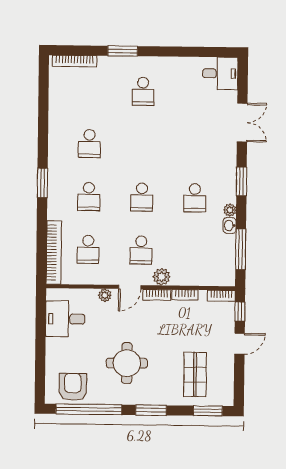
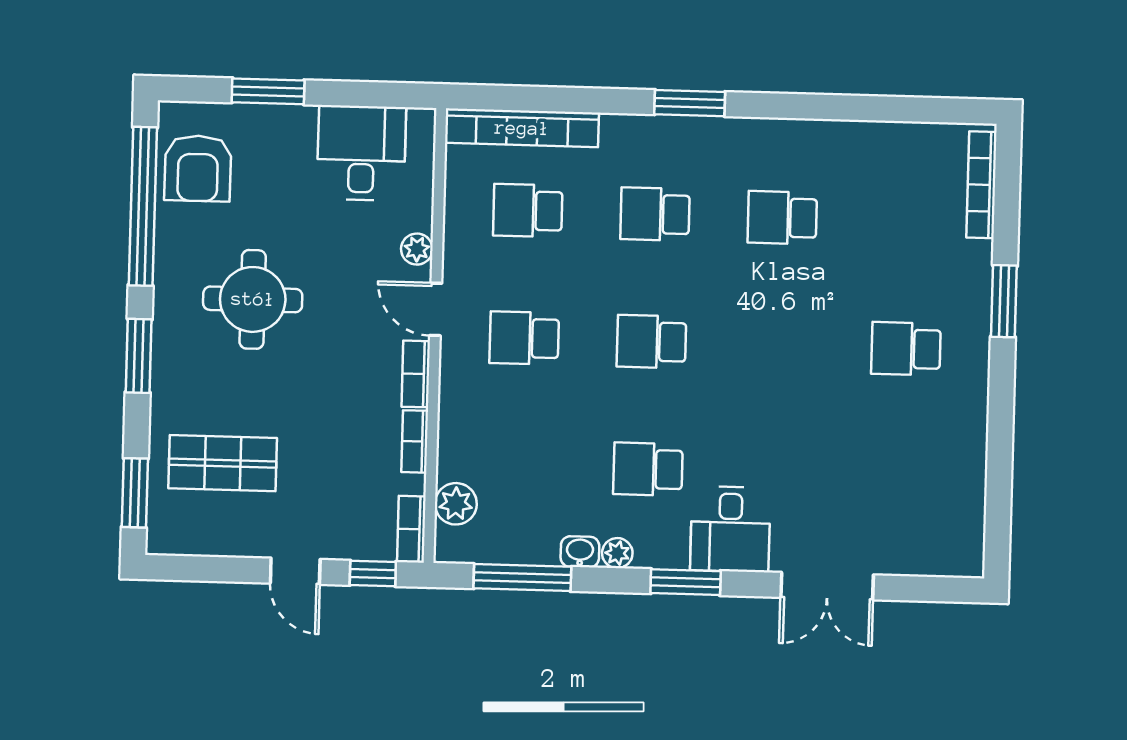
desk: (220, 73) -> (730, 529), moved
plant: (162, 277) -> (456, 504), moved
window: (40, 358) -> (268, 91), added
armchair: (73, 387) -> (198, 168), turned 90

